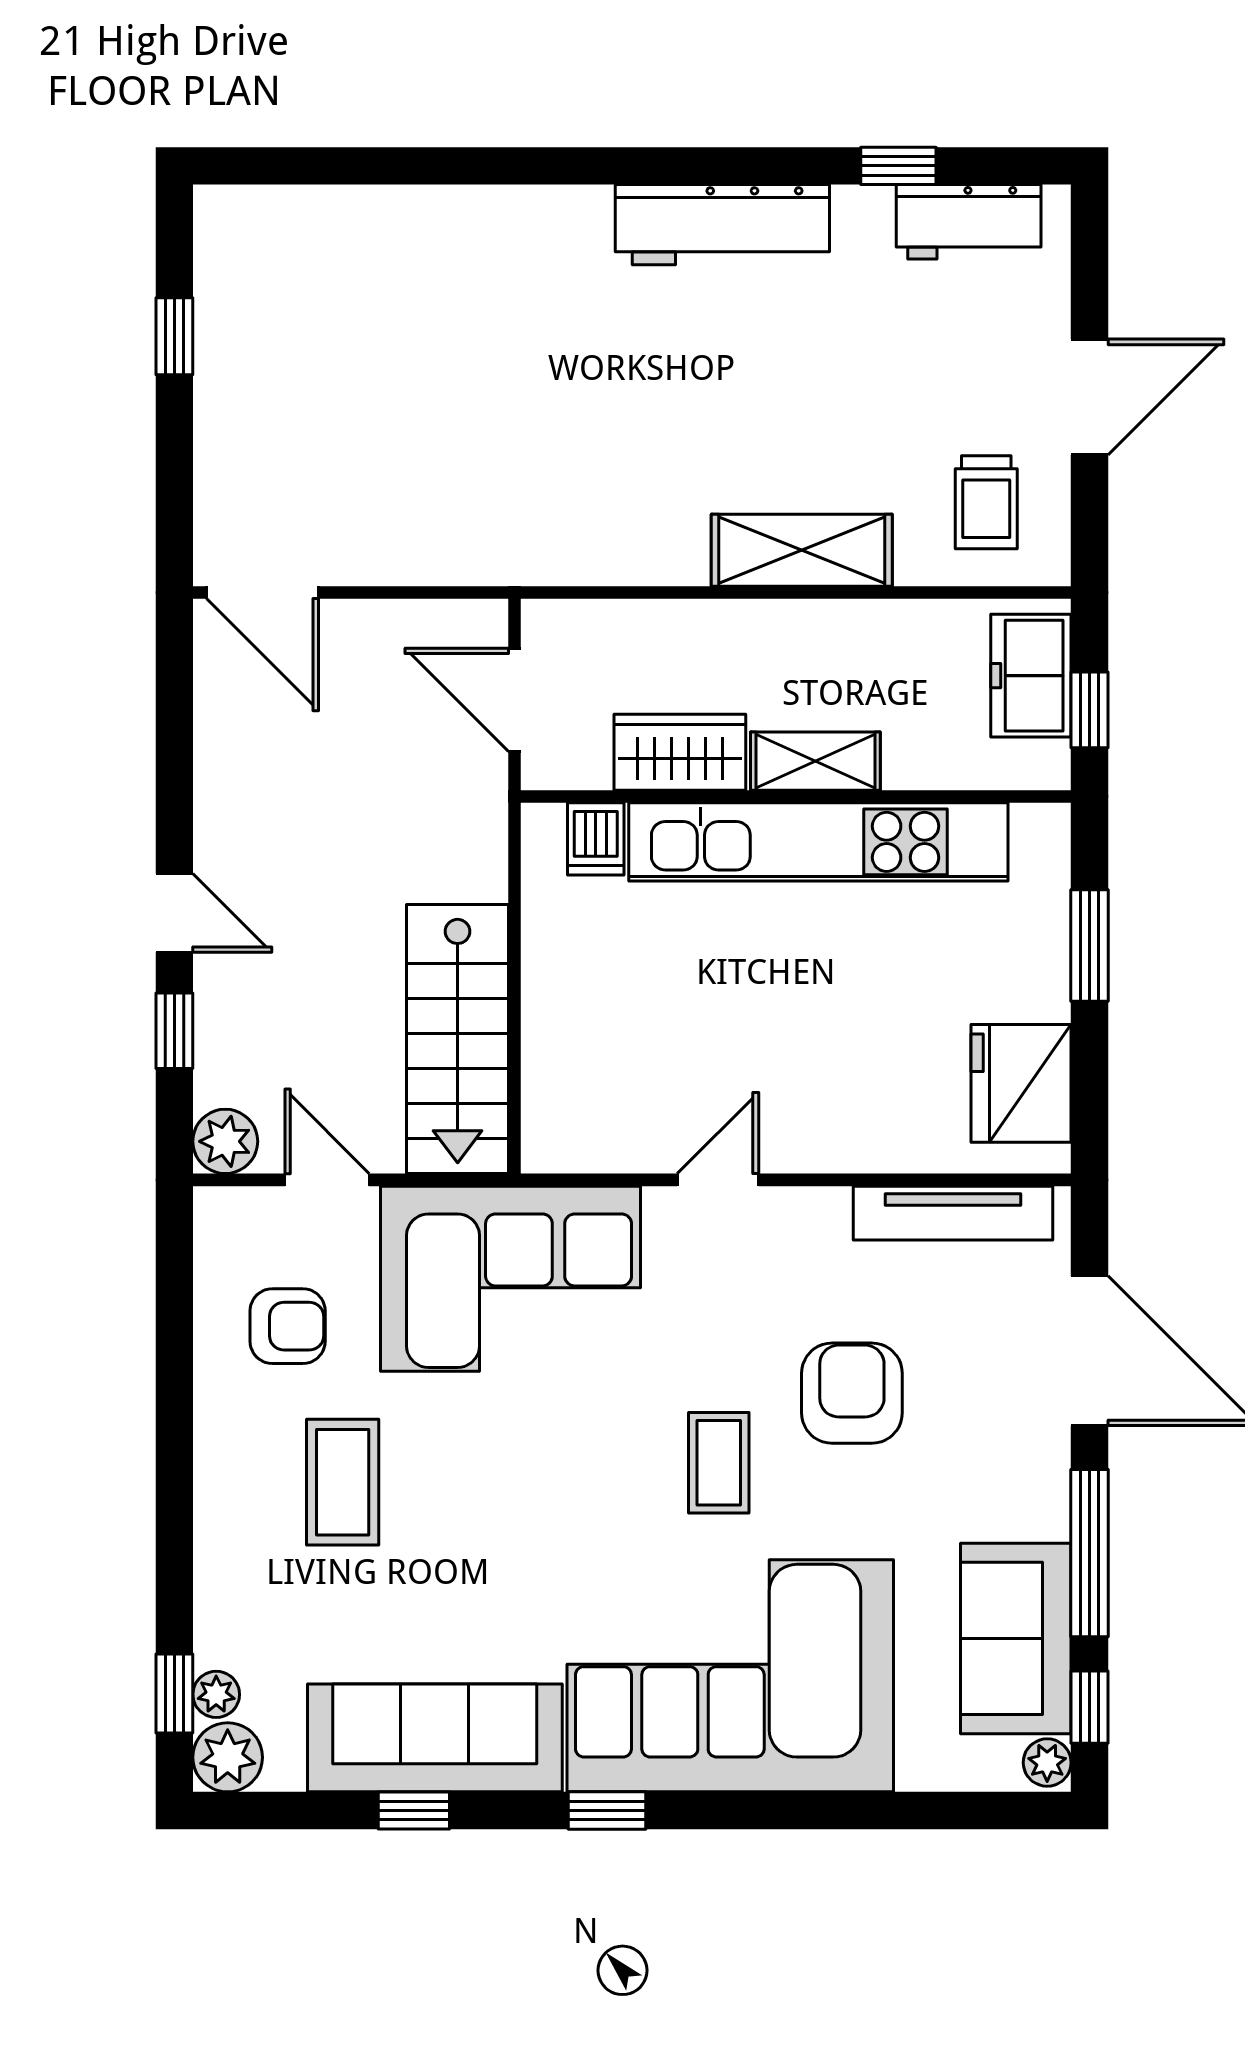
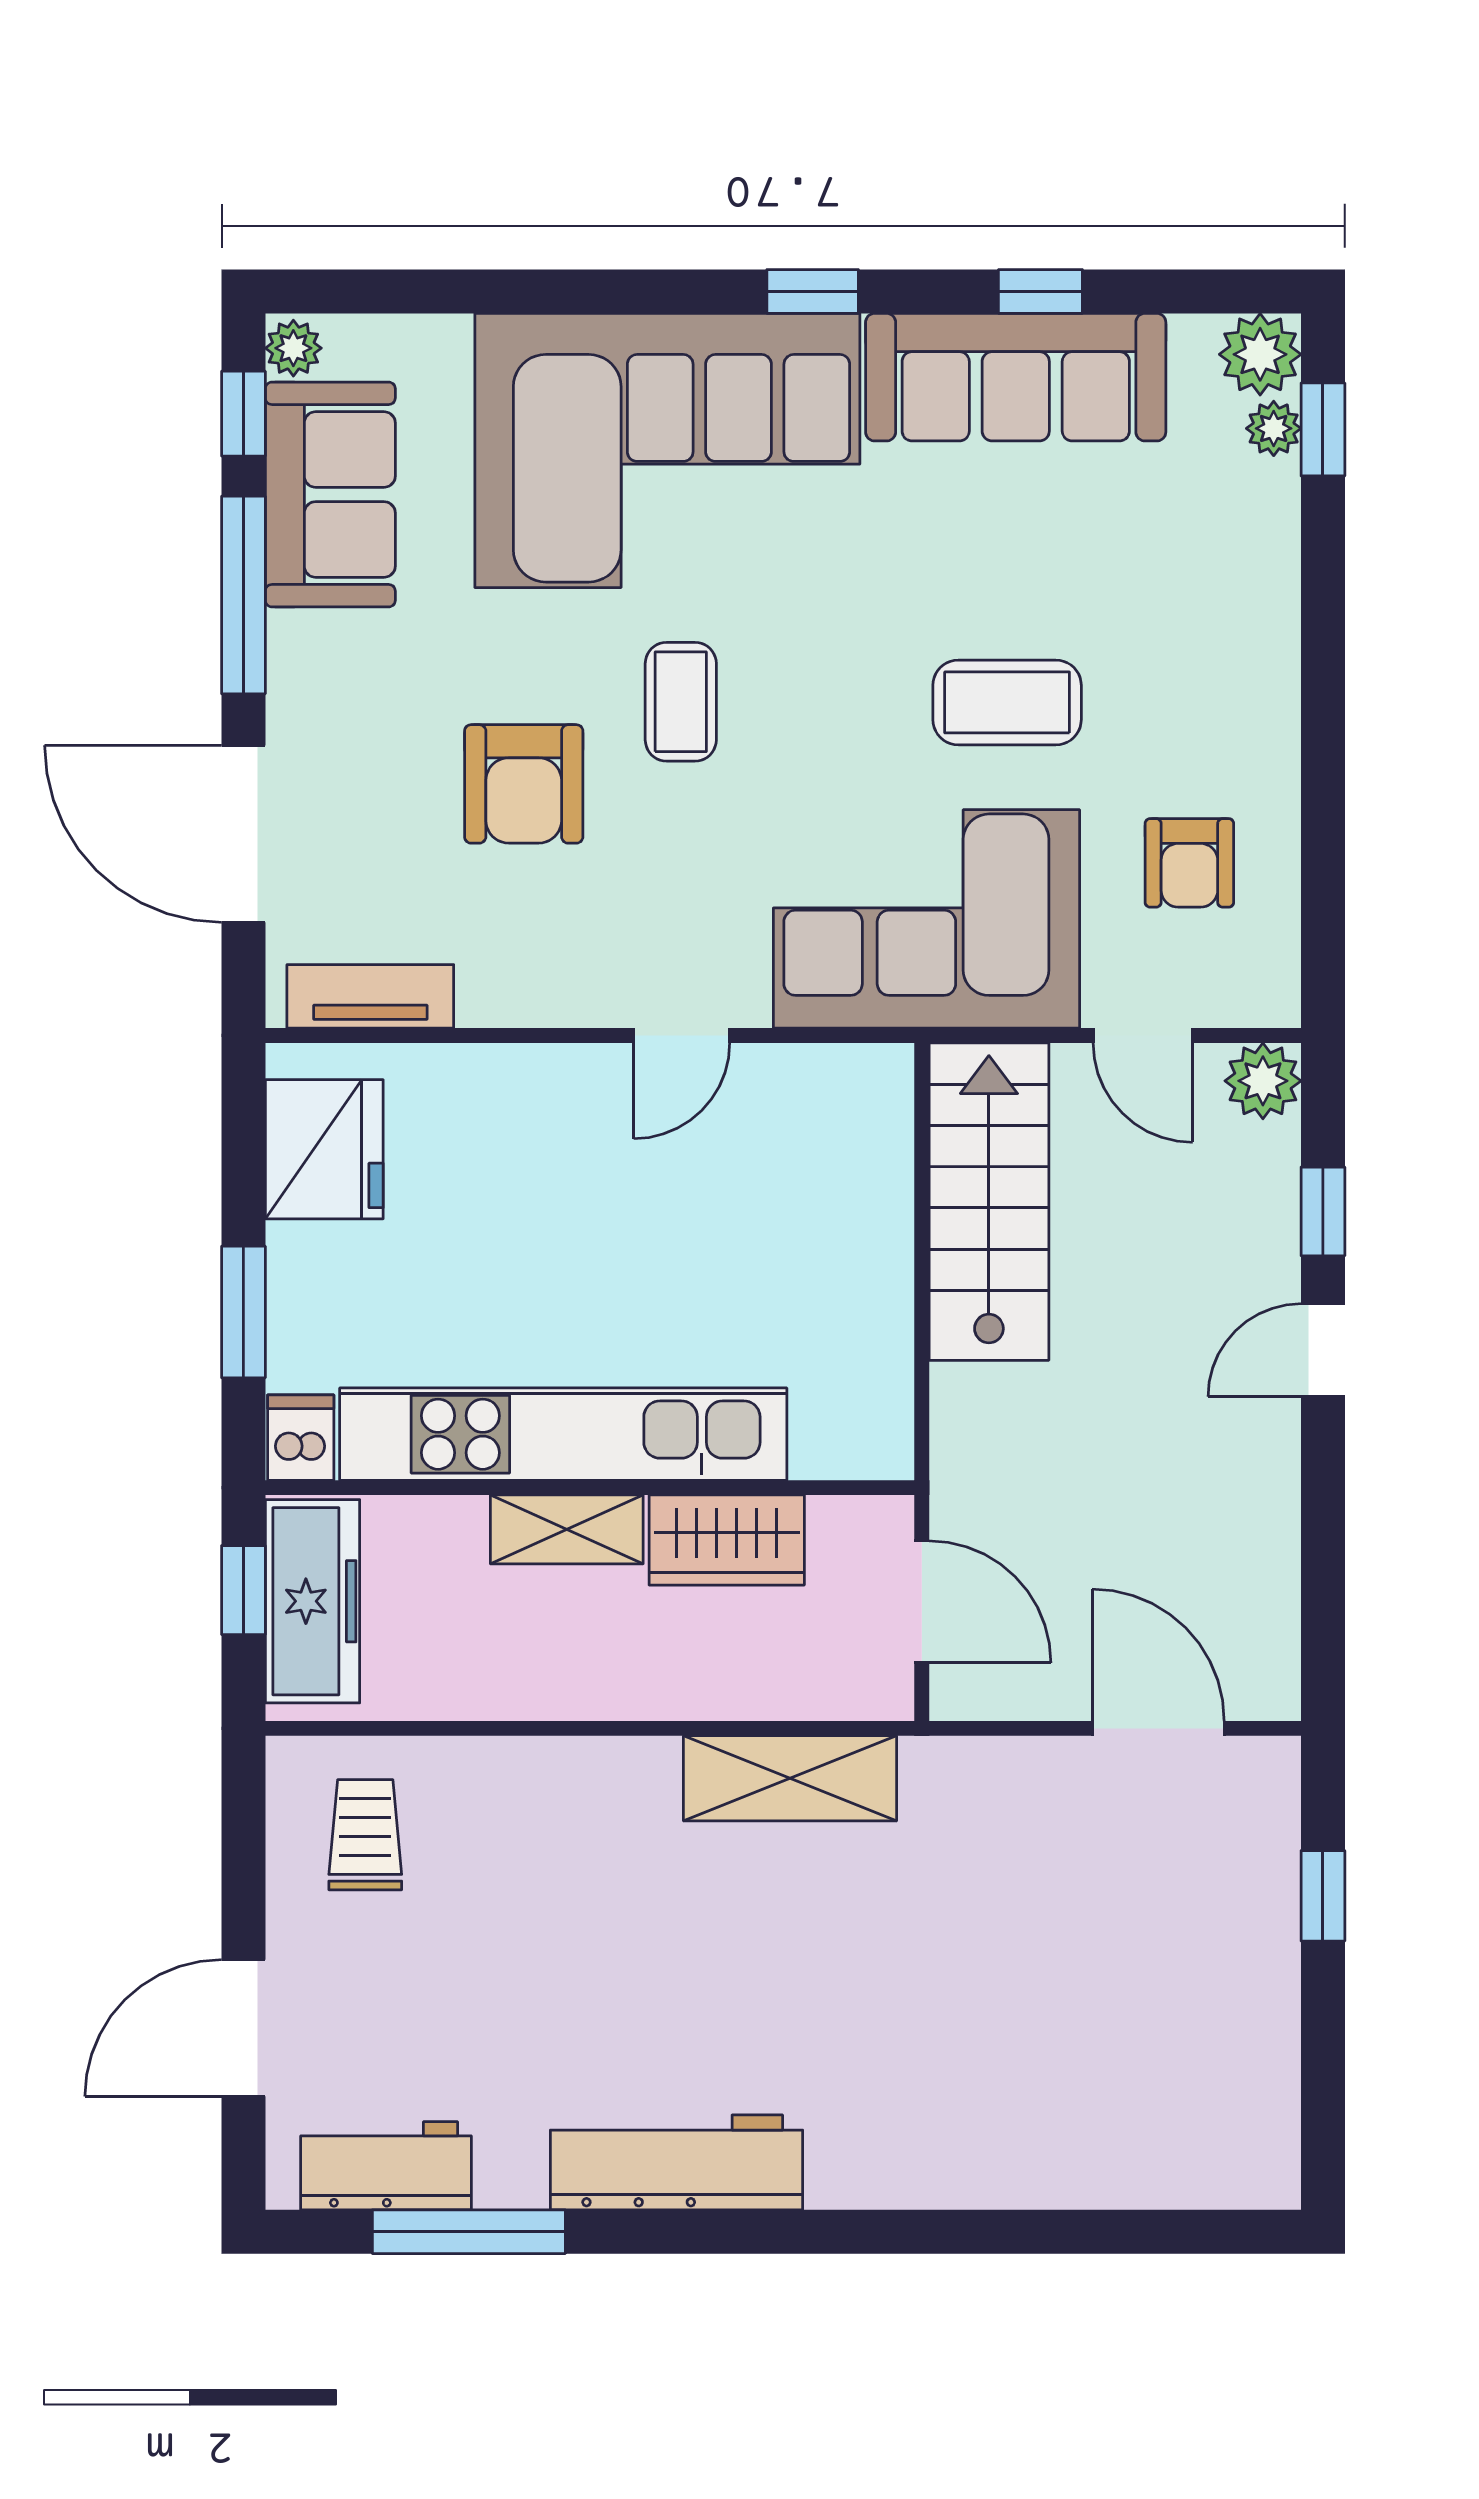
window: (898, 166) -> (469, 2232), width x2.17
window: (174, 336) -> (1323, 1896), moved
door: (1090, 397) -> (243, 2028), moved
shelving: (802, 550) -> (790, 1778), moved
door: (263, 592) -> (1158, 1728), moved
freezer: (1031, 676) -> (312, 1601), width x1.40
dishwasher: (596, 839) -> (301, 1438), moved
door: (174, 913) -> (1323, 1350), hinge flipped
tv unit: (953, 1213) -> (370, 996), width x0.71
armchair: (288, 1326) -> (1189, 863), turned -90
coffee table: (343, 1482) -> (1007, 702), moved, turned 90

